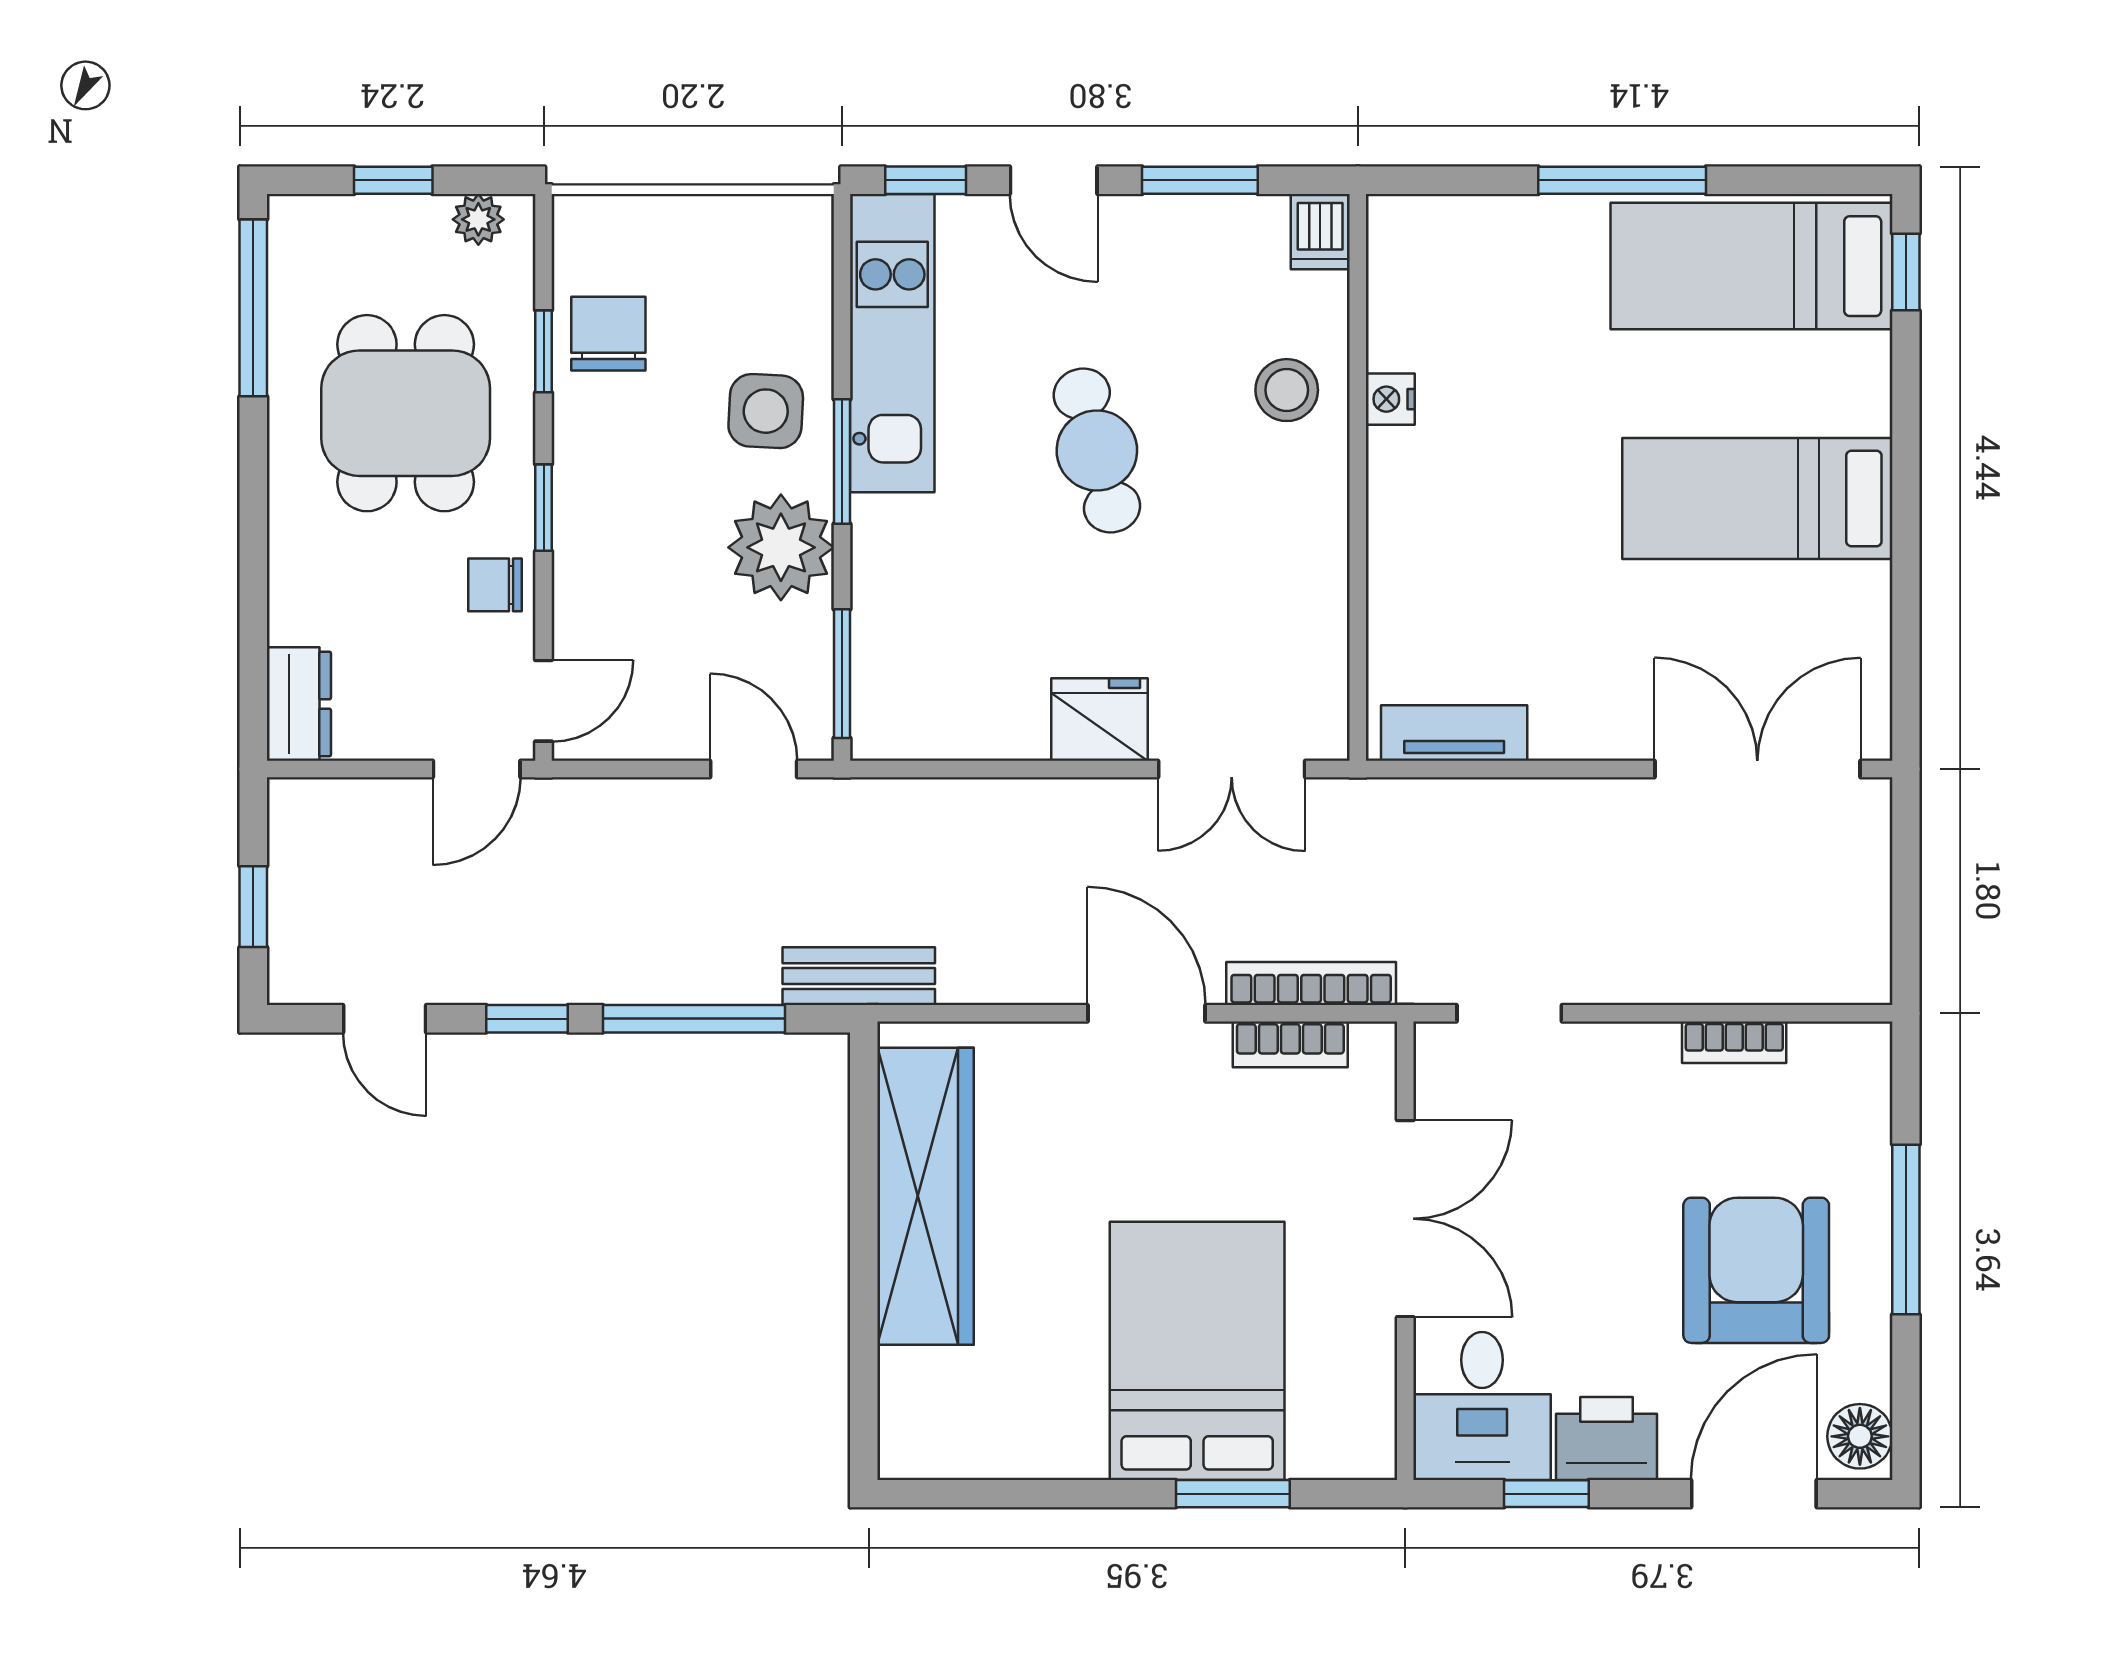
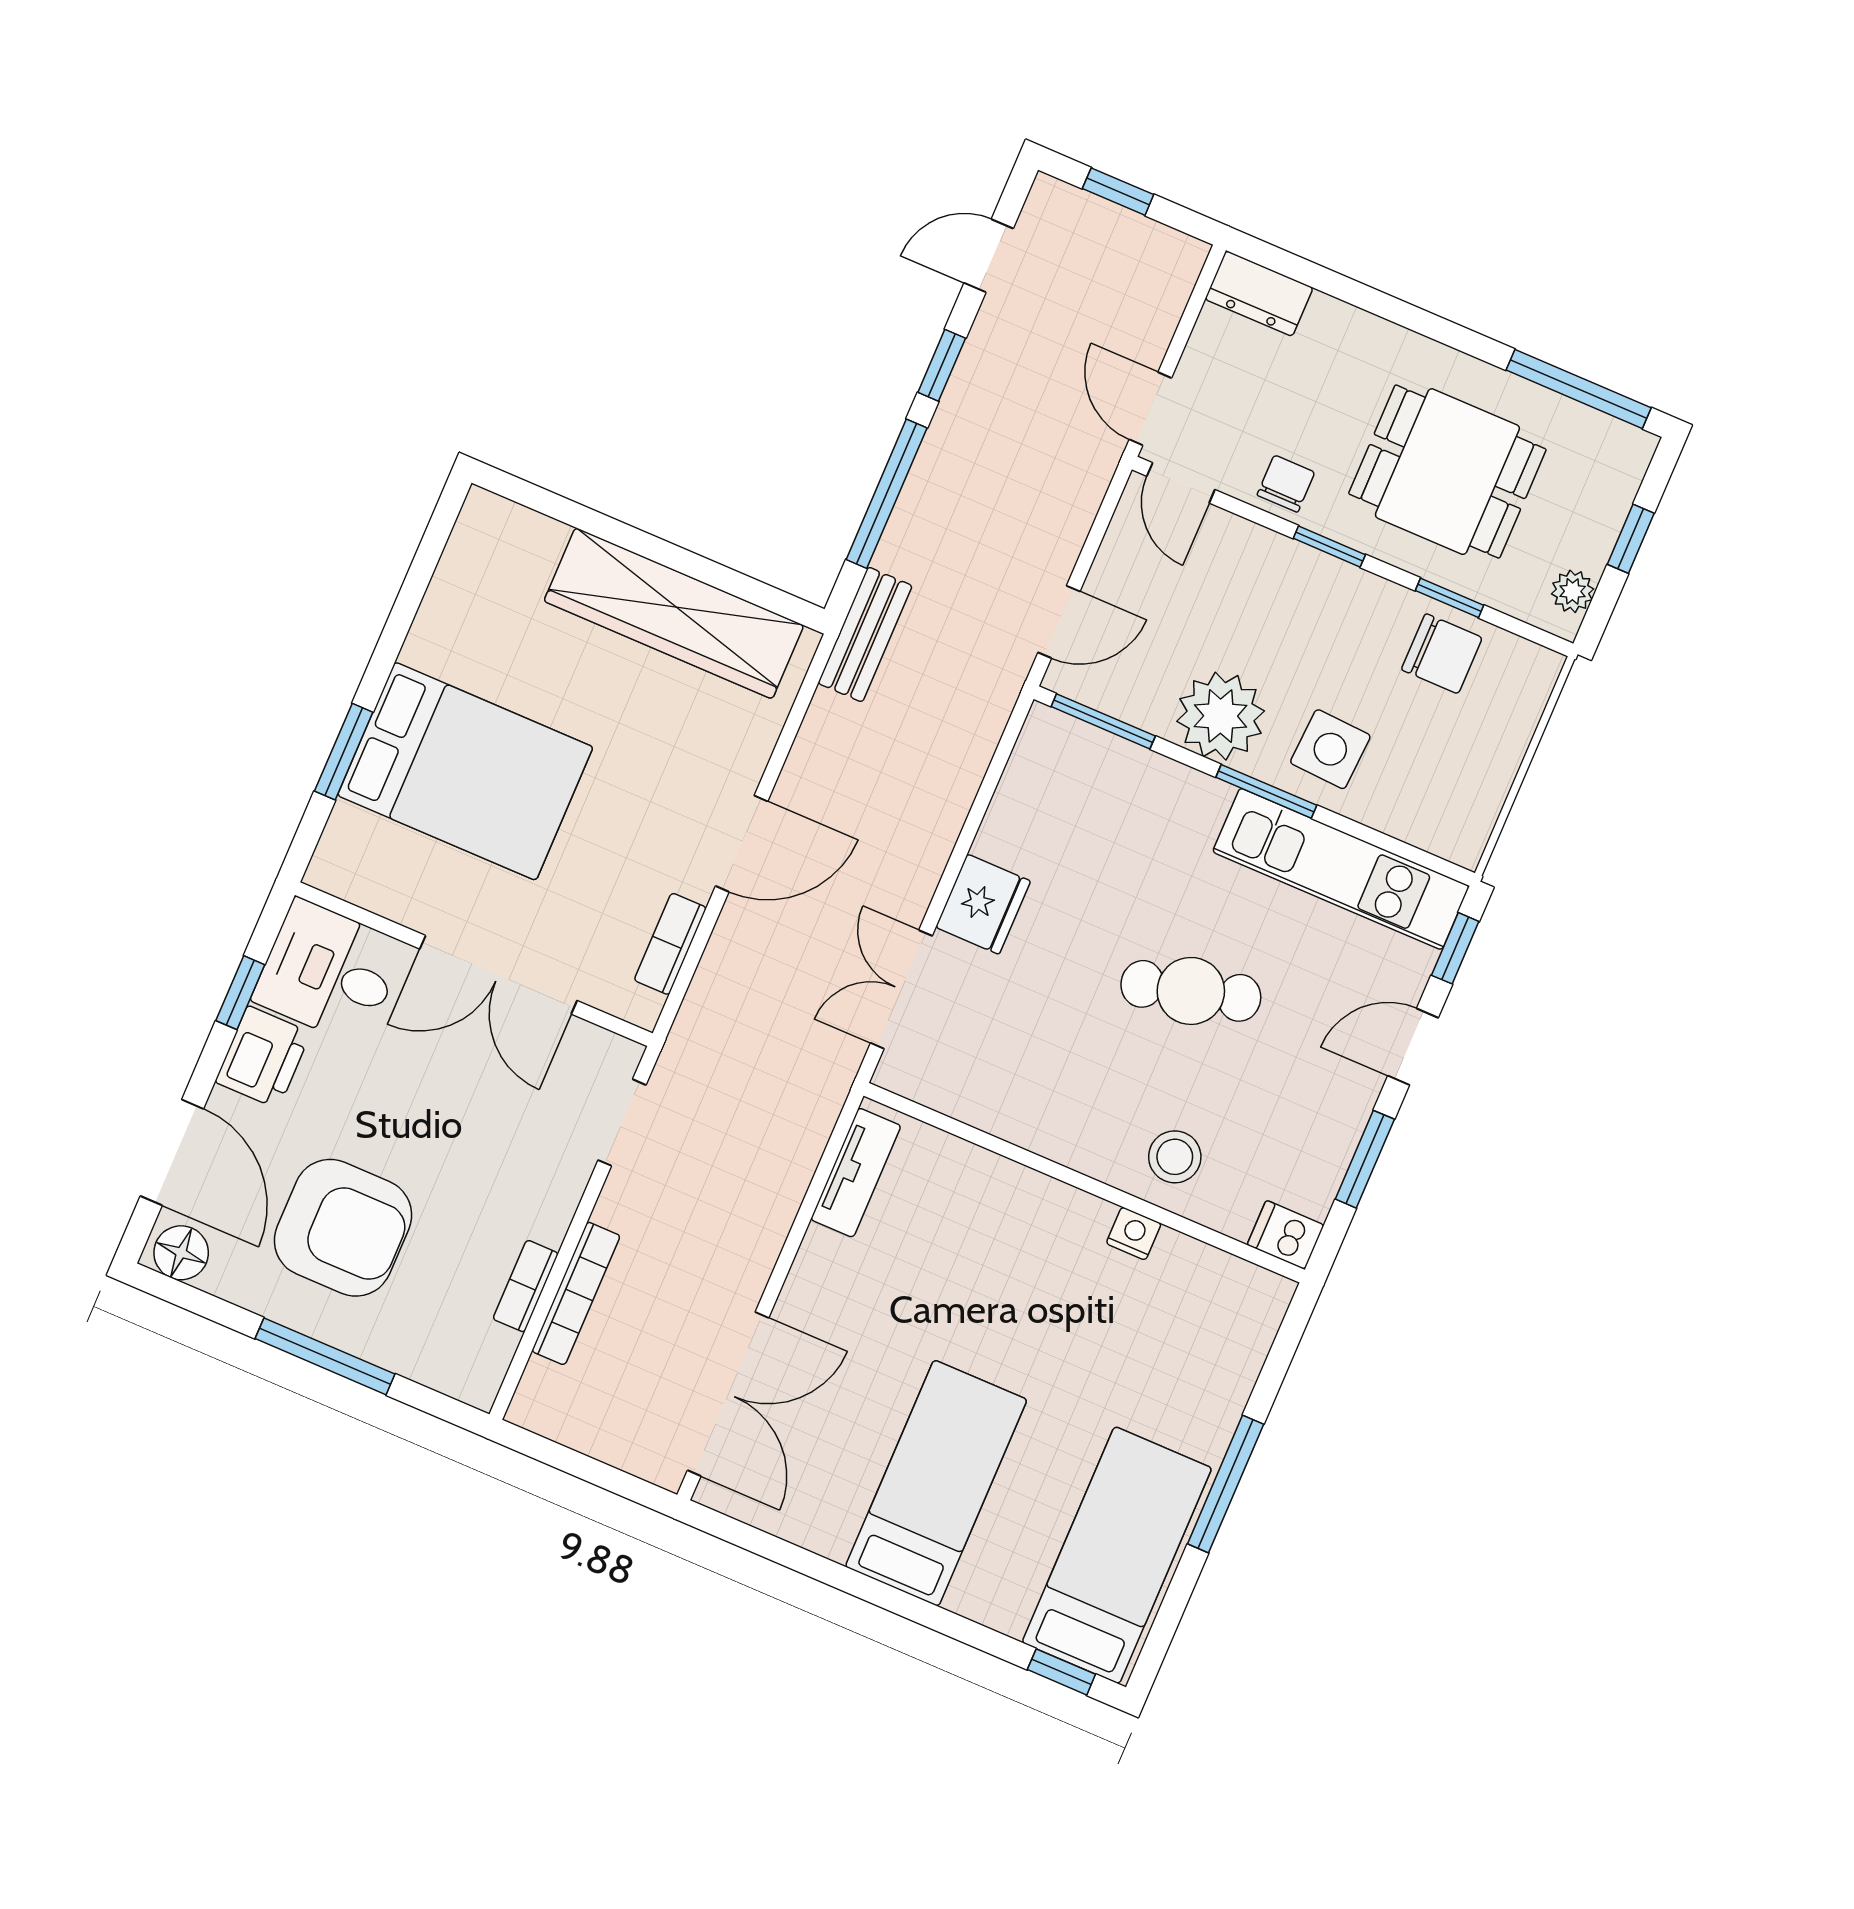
bookcase: (1311, 983) -> (576, 1293), moved

